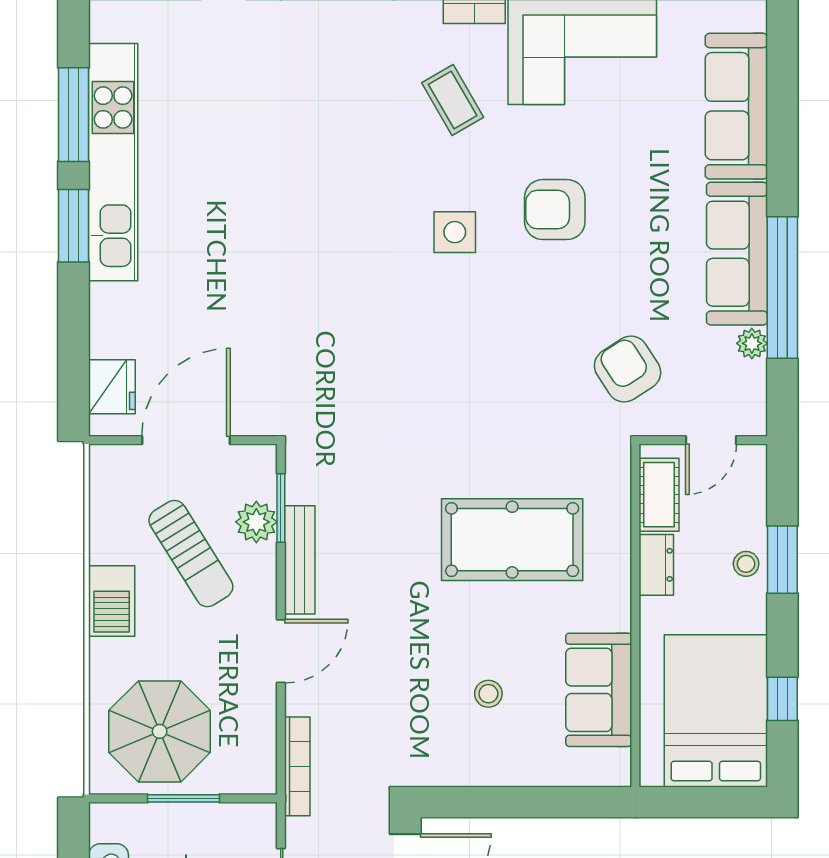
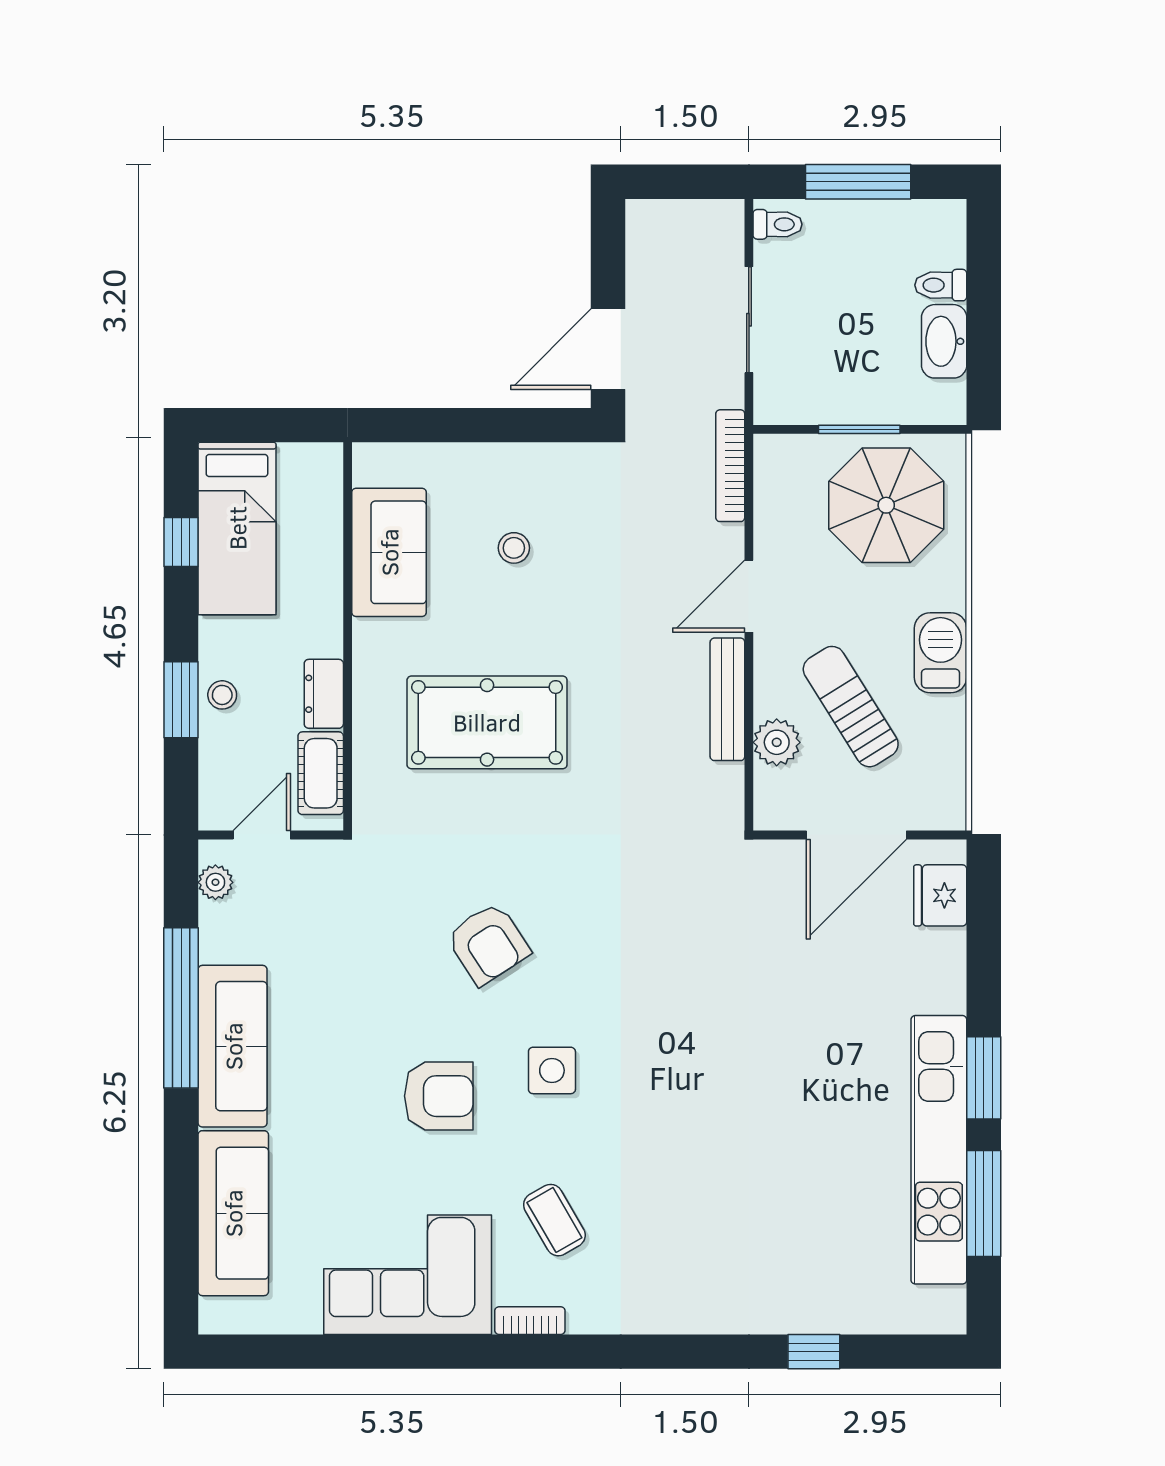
plant: (752, 343) -> (215, 882), moved
armchair: (628, 369) -> (488, 944), moved
window: (281, 508) -> (749, 758), removed
bed: (716, 711) -> (237, 528), width x0.67

